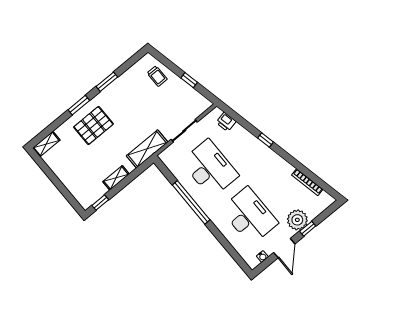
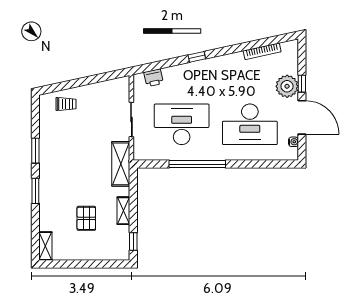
window: (189, 80) -> (92, 80), removed
pallet: (93, 125) -> (86, 218), moved, width x0.67, depth x0.71
desk: (249, 216) -> (250, 124), turned 180
door: (284, 248) -> (302, 117), width x1.36

